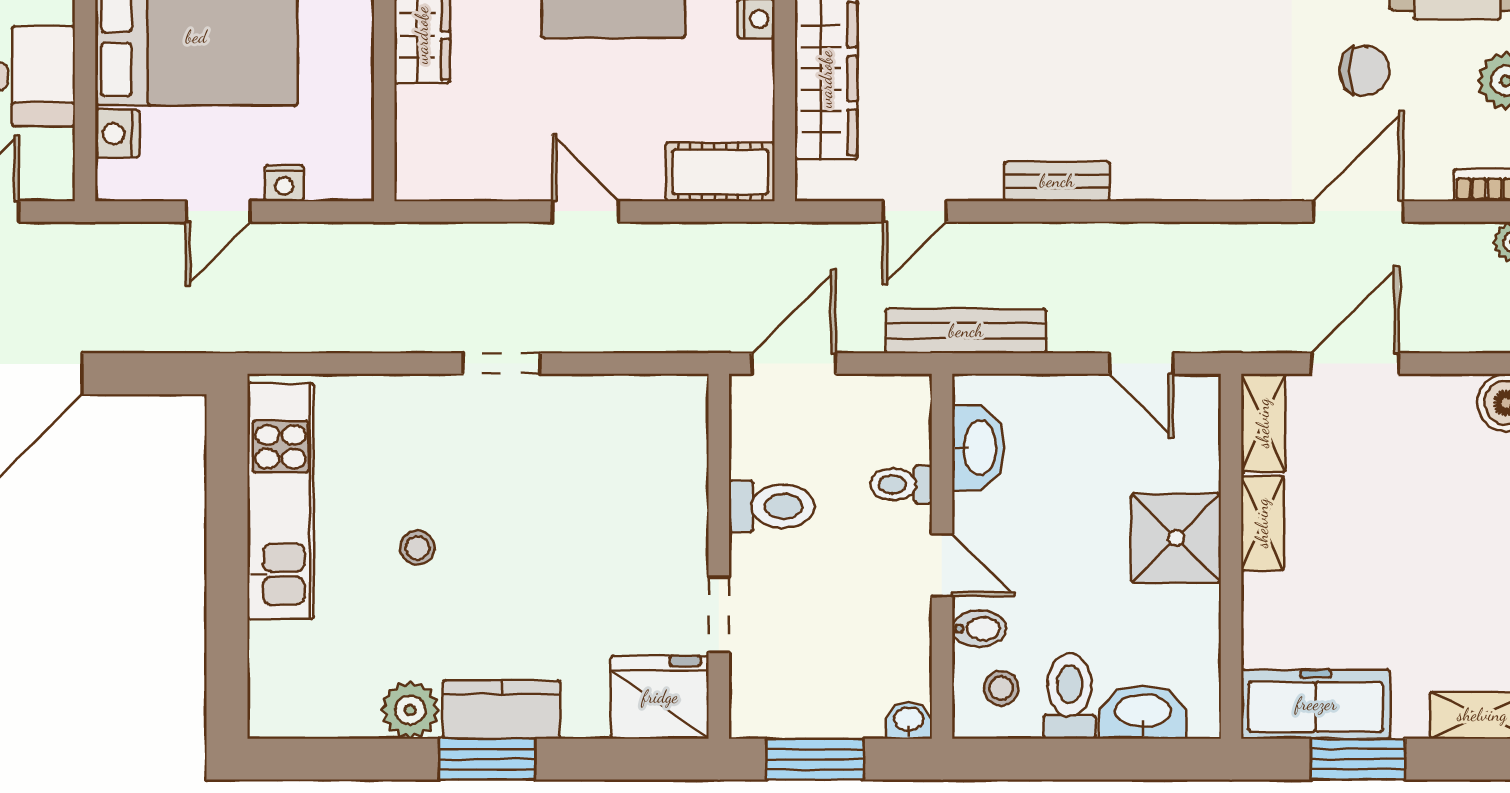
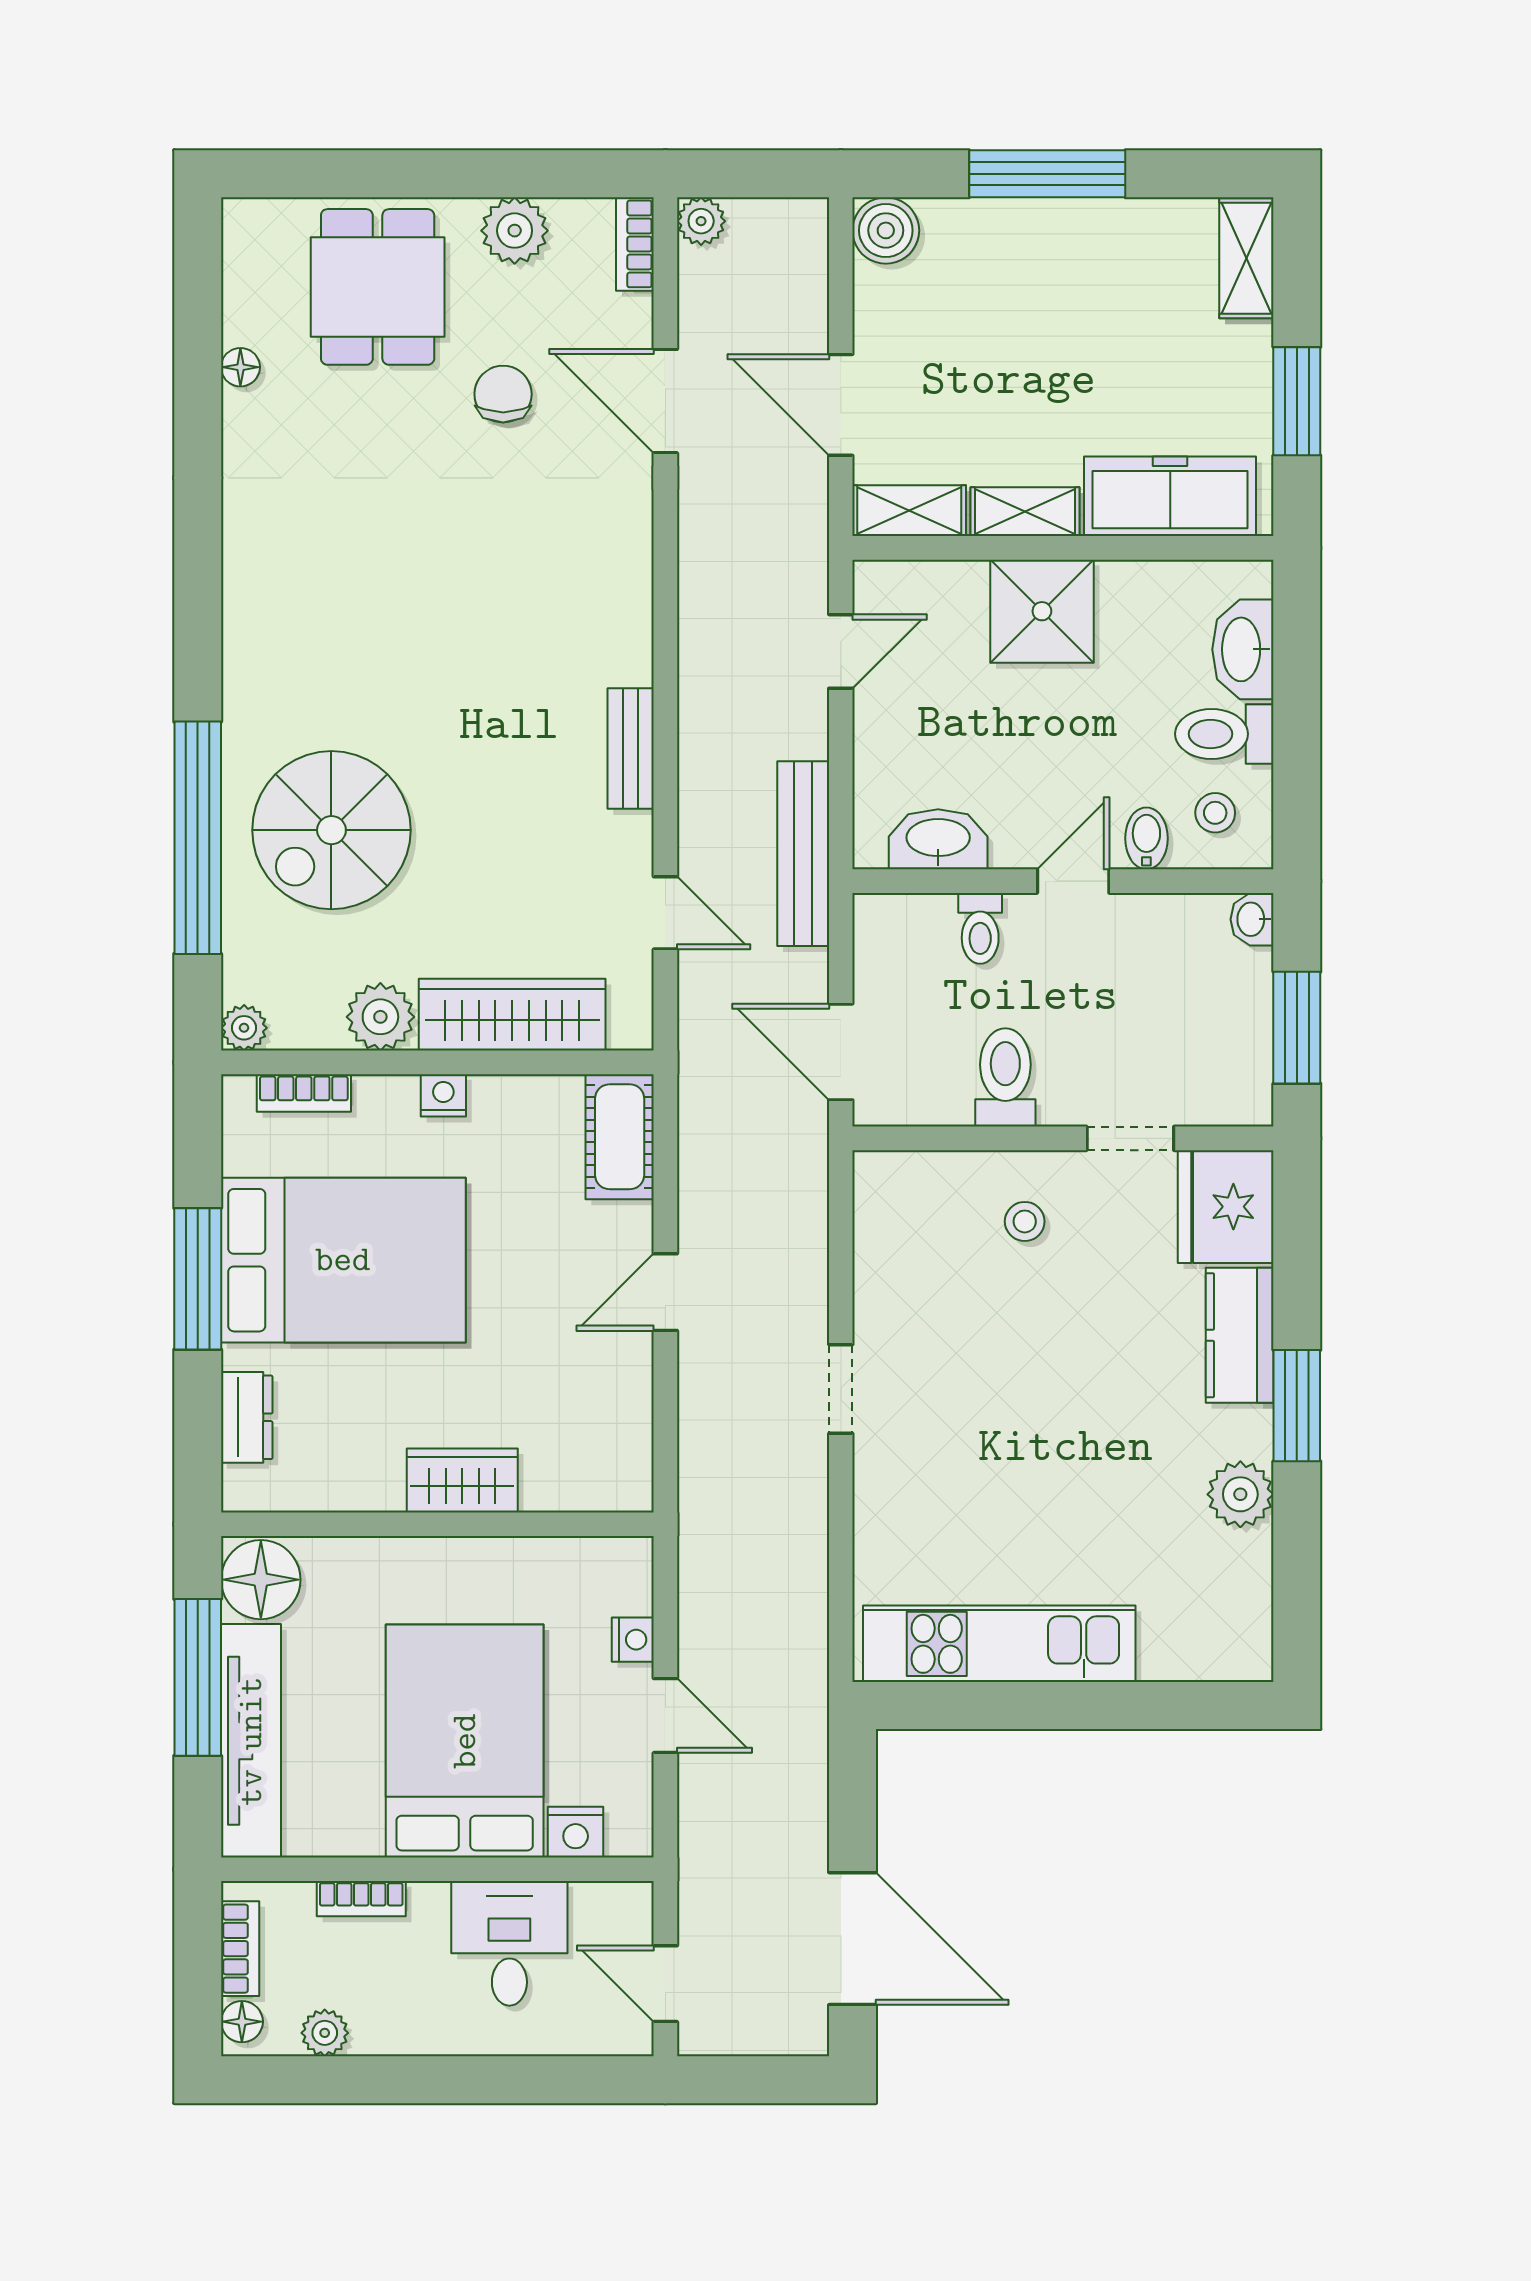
stool: (417, 548) -> (1025, 1221), moved
freezer: (1316, 704) -> (1170, 496), moved, turned 90
kitchen counter: (501, 710) -> (1240, 1335), moved

